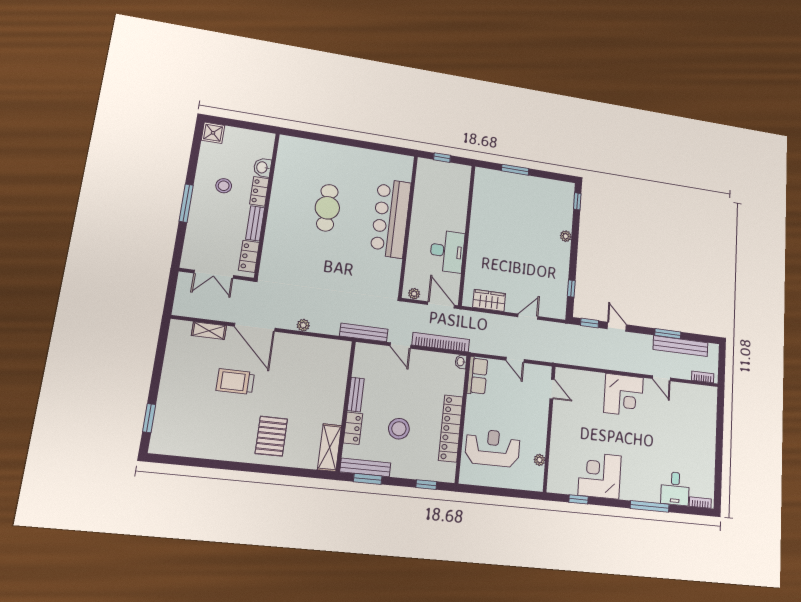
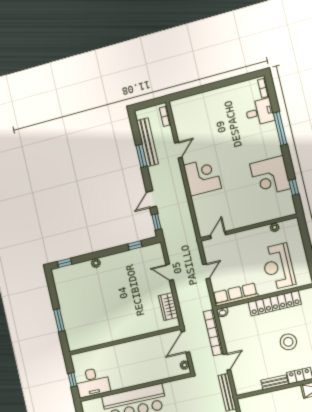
desk: (447, 251) -> (92, 382), moved, turned 180
row of seats: (477, 376) -> (235, 295), width x1.48

